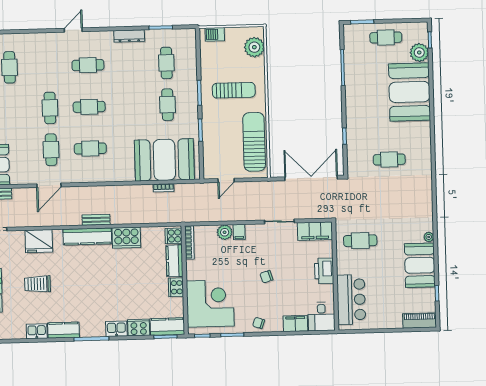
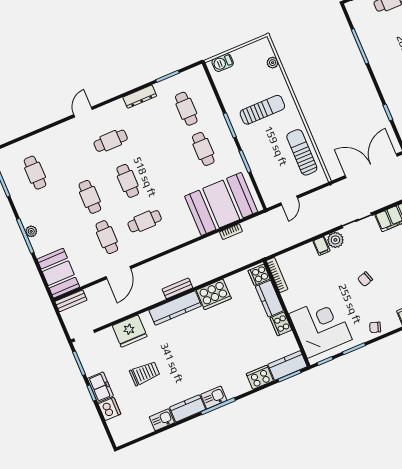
plant: (254, 47) -> (273, 63), width x0.53, depth x0.53
cafe table: (89, 107) -> (128, 181), turned 90
sun lounger: (254, 142) -> (302, 152), width x0.73, depth x0.75
plant: (225, 232) -> (335, 240), moved
trolley: (37, 284) -> (145, 373), turned 180
kitchen sink: (116, 329) -> (214, 397), moved

